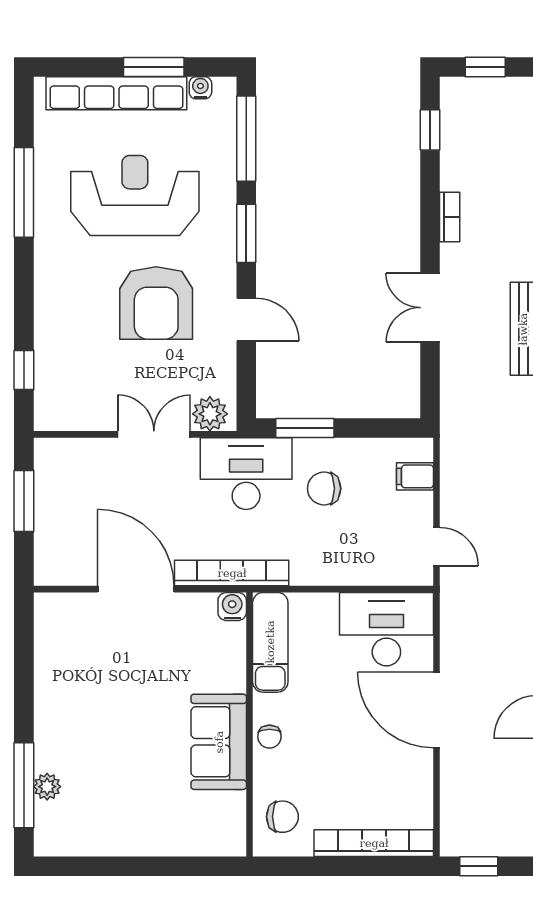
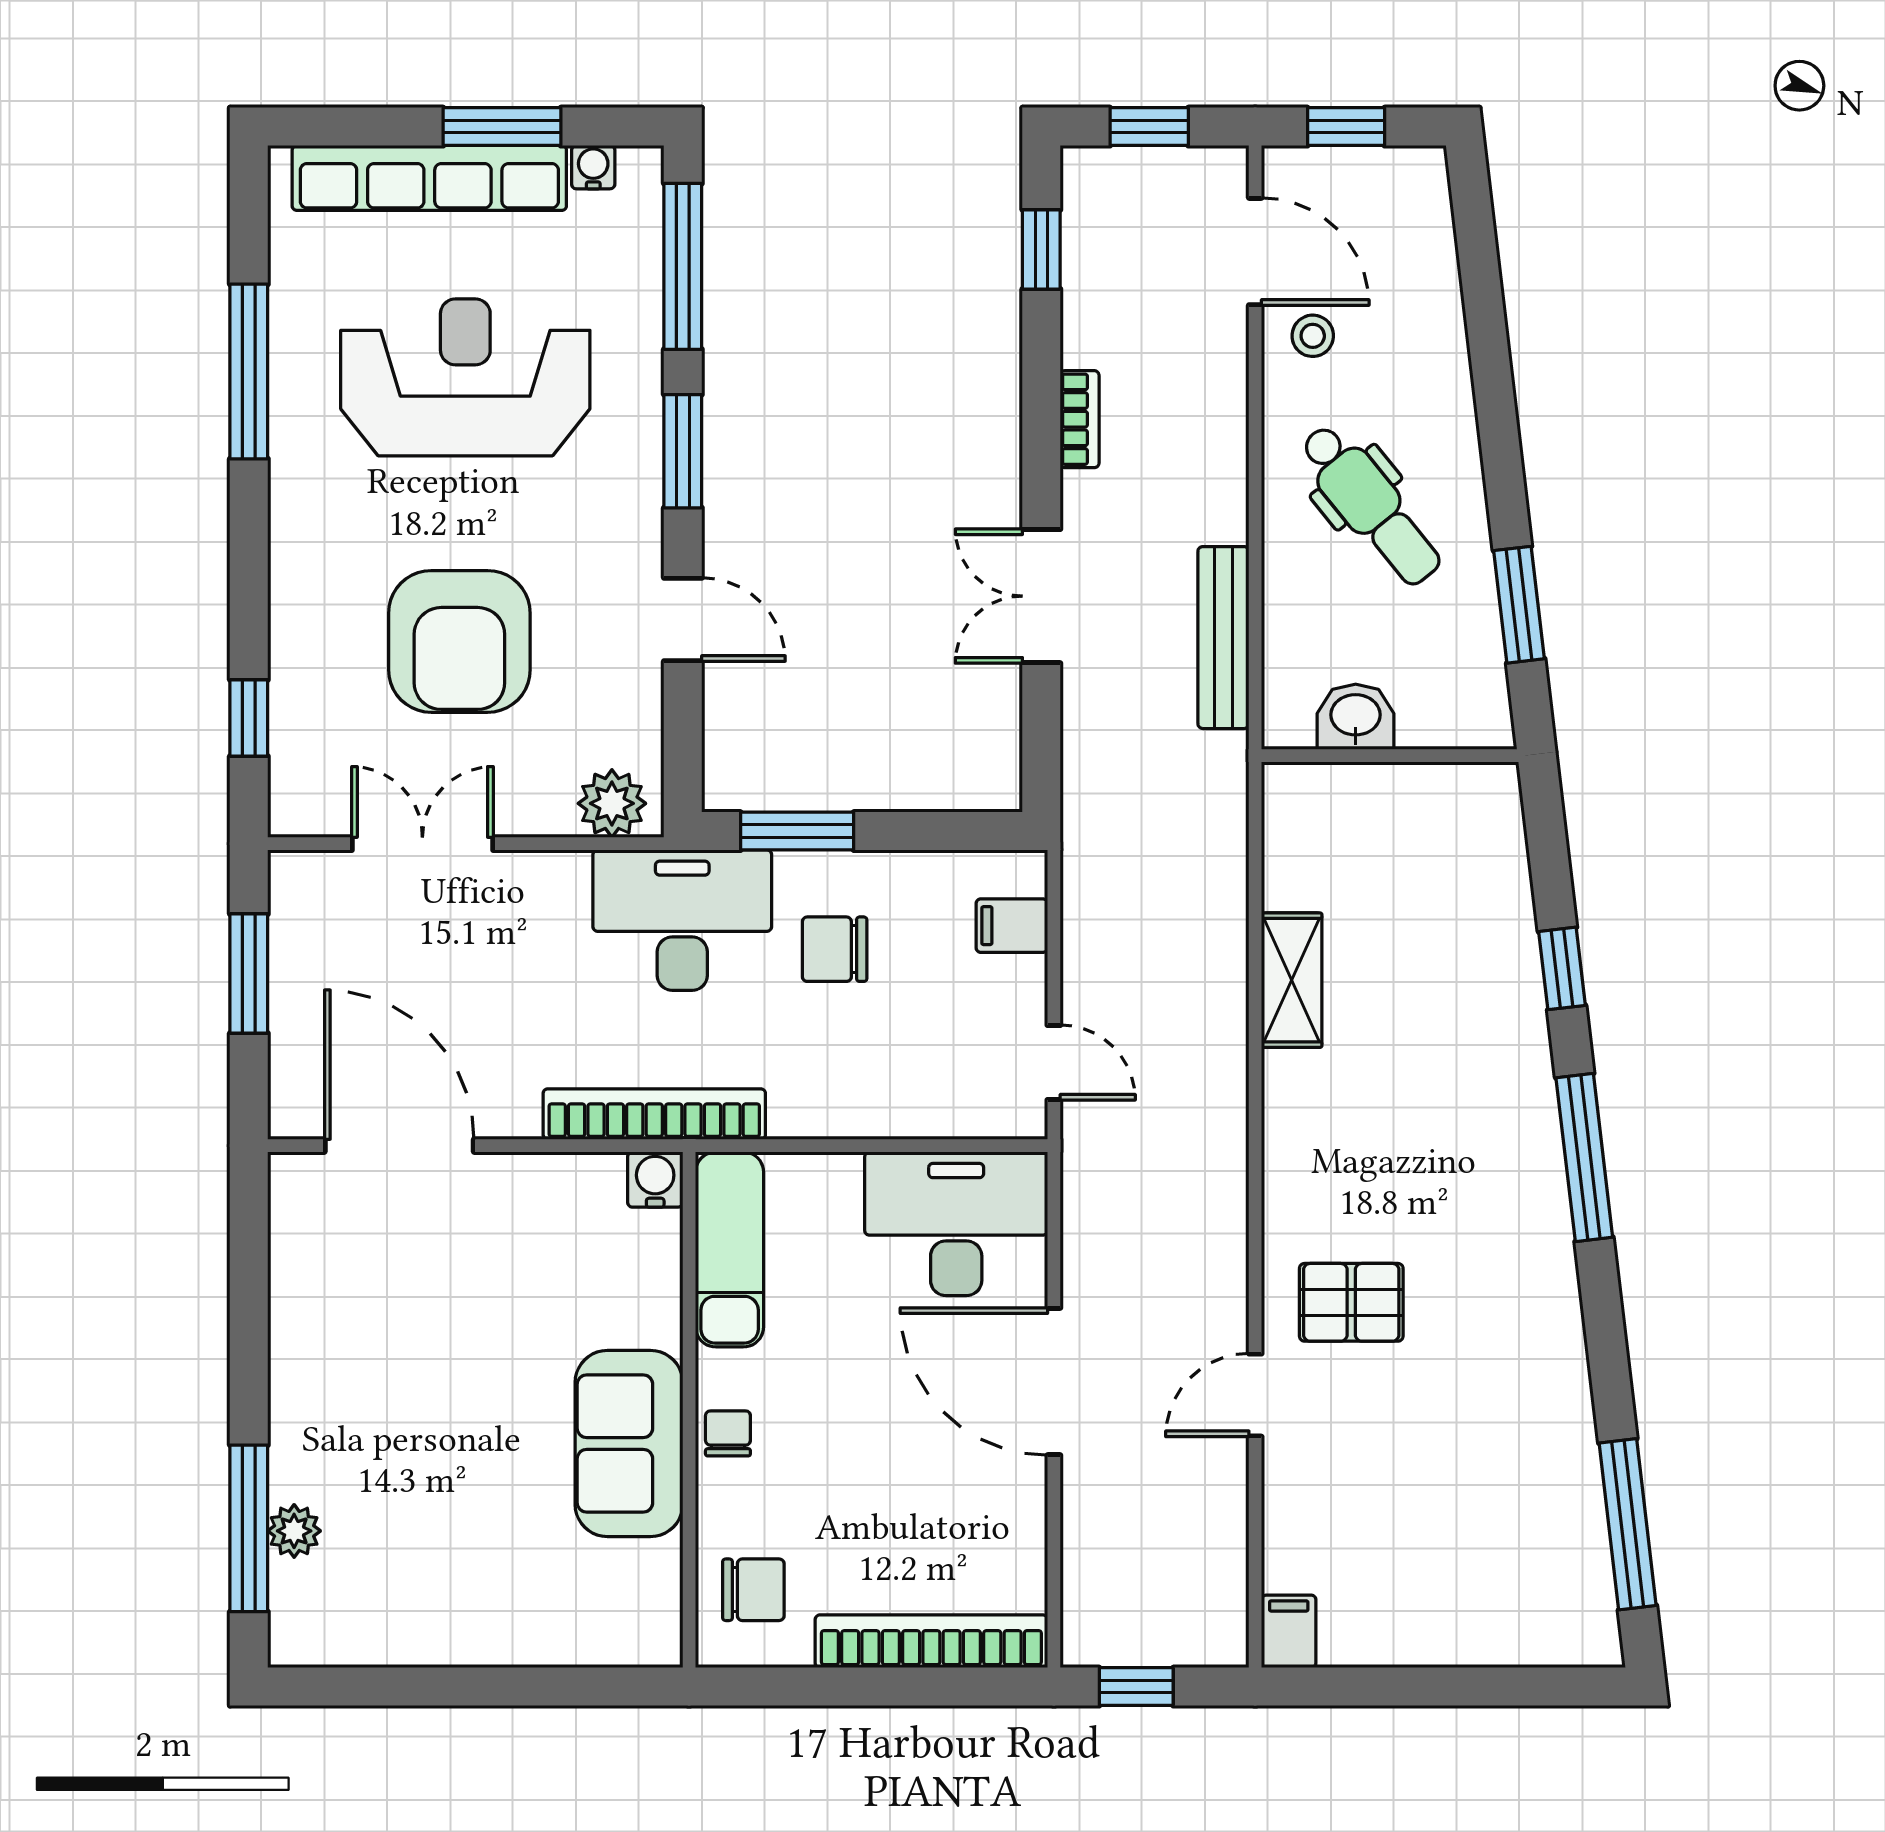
armchair: (156, 303) -> (459, 641), moved
double door: (154, 434) -> (422, 844), moved
door: (136, 589) -> (399, 1146), moved
chair: (269, 737) -> (728, 1433), turned 180

